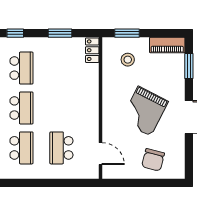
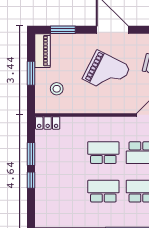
window: (15, 33) -> (31, 180), moved
window: (127, 33) -> (31, 73), moved
school desk: (21, 68) -> (103, 153), moved

